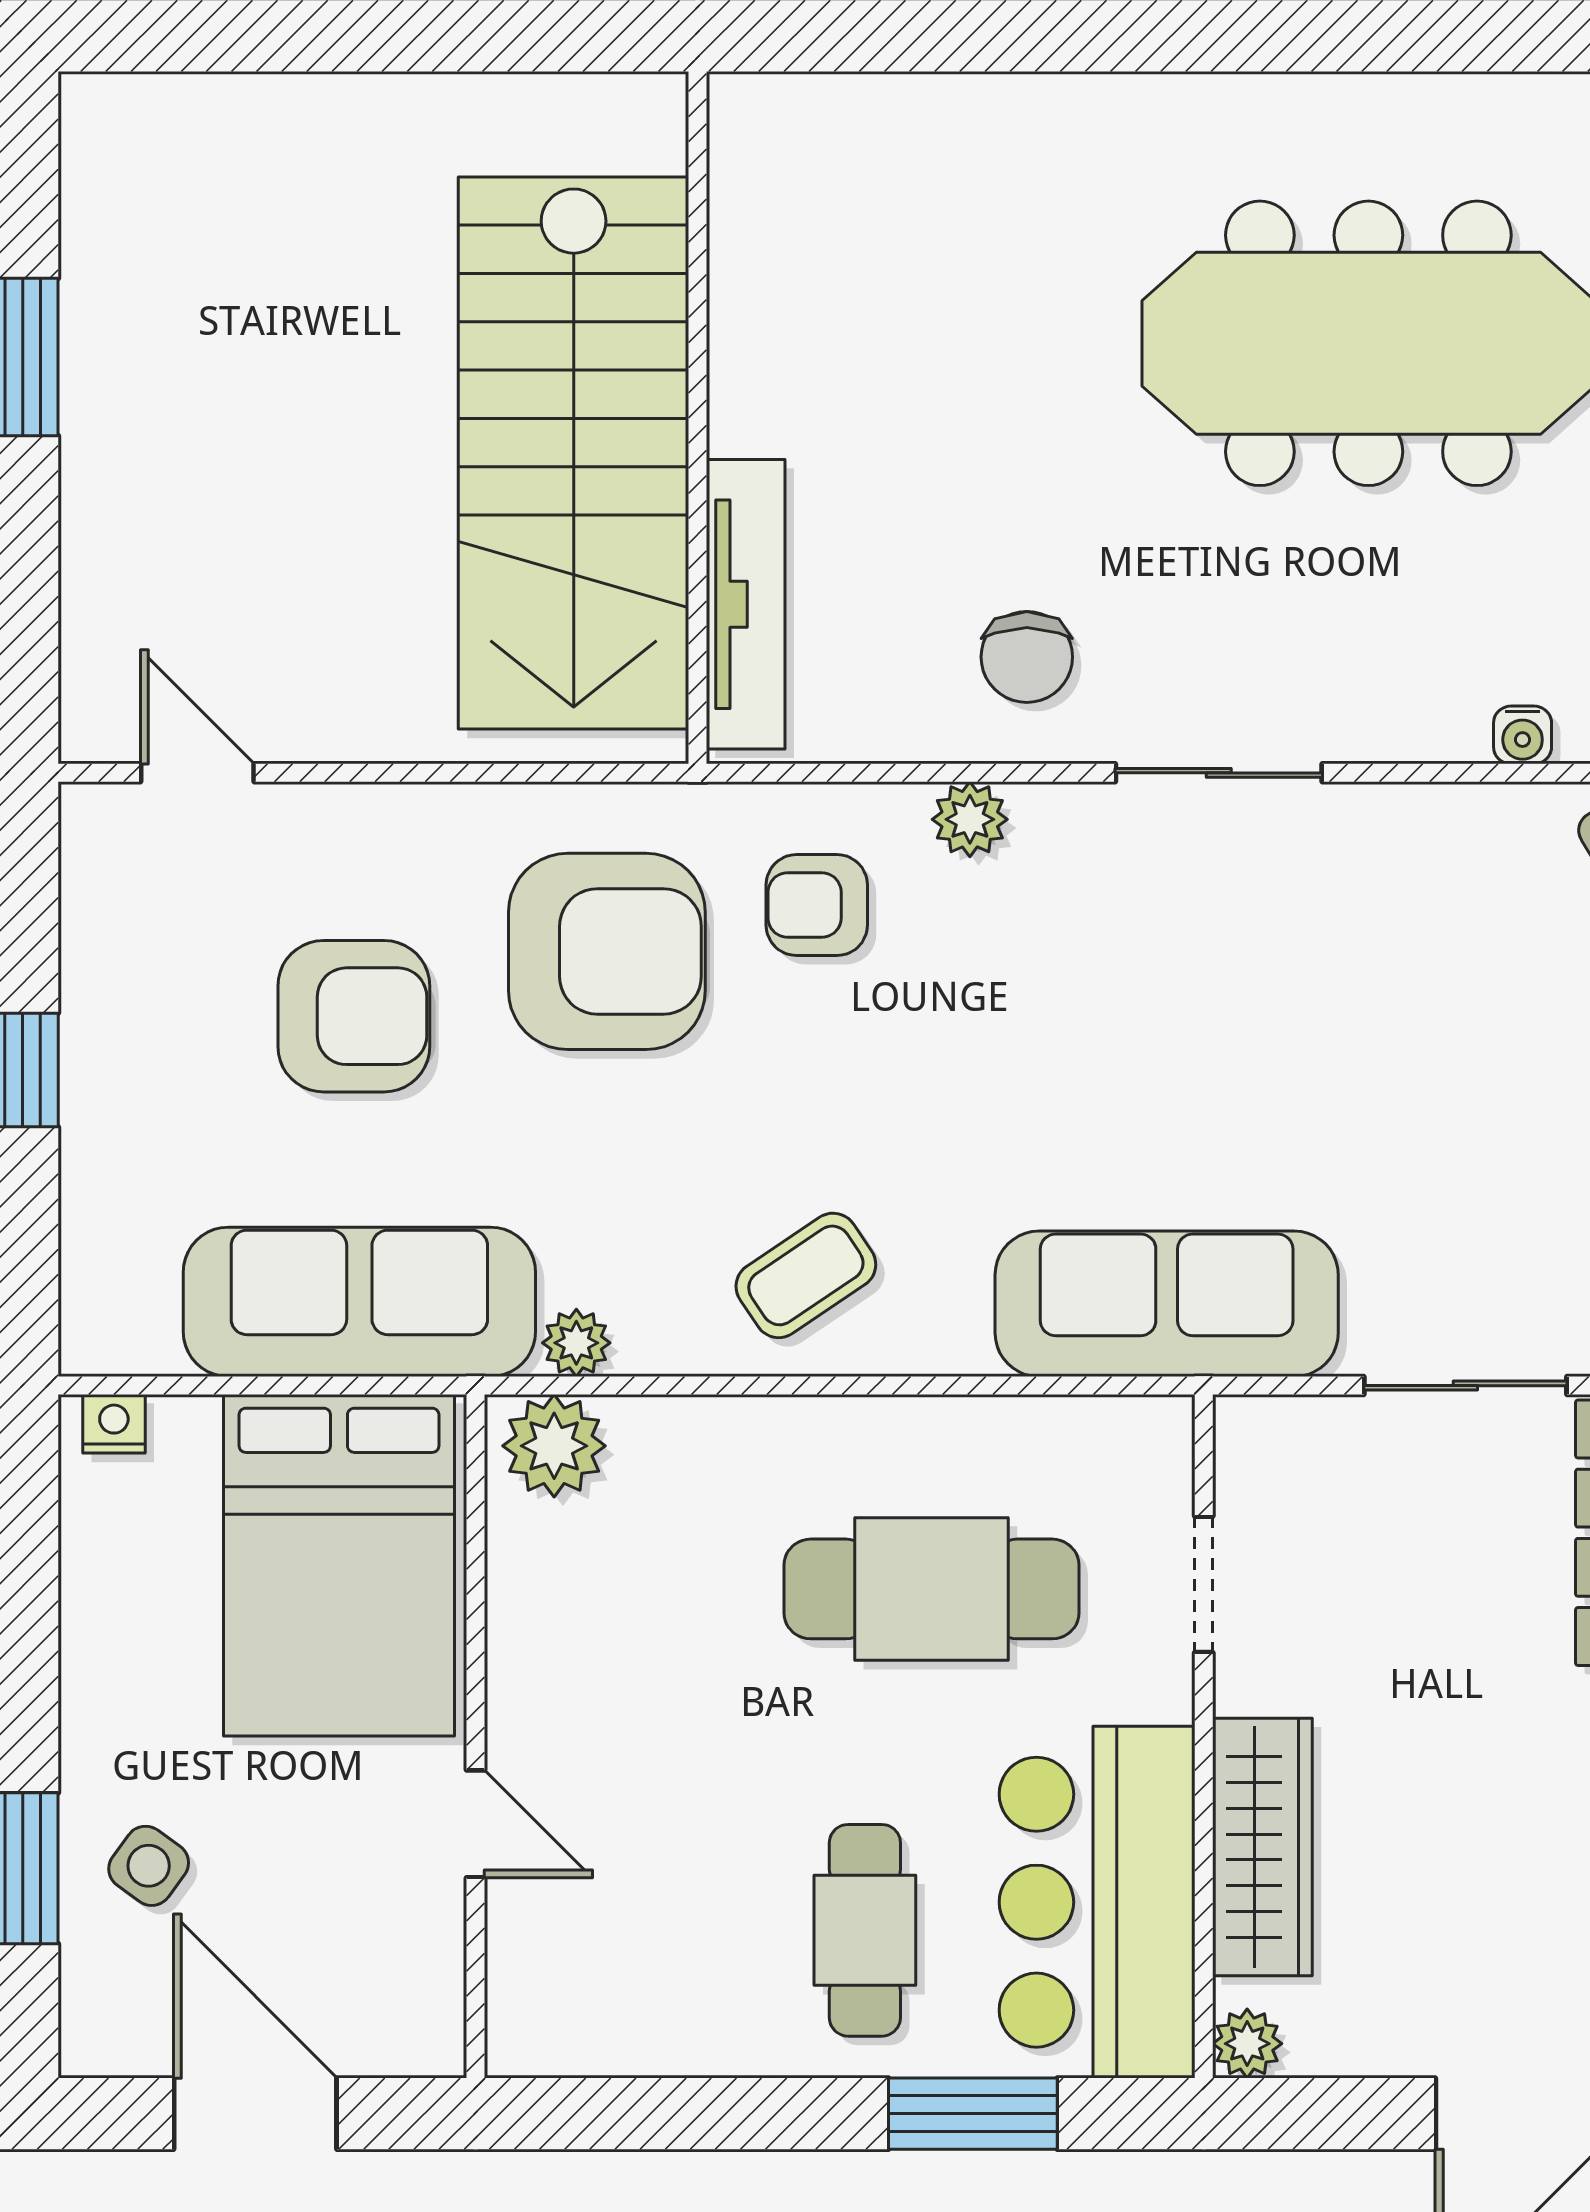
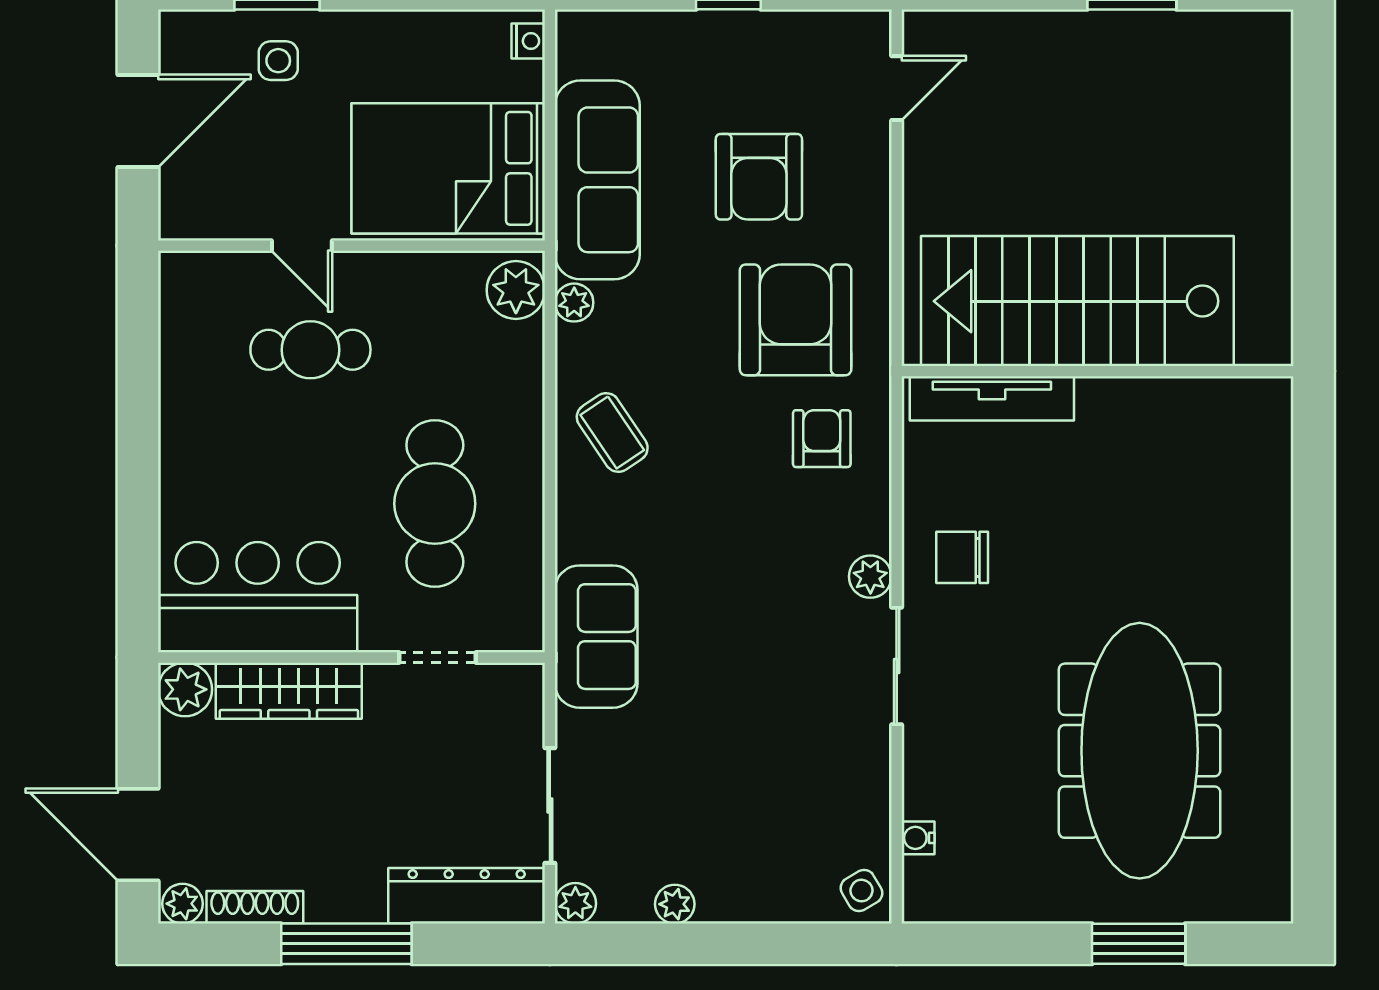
plant: (970, 819) -> (870, 577), moved
armchair: (607, 951) -> (796, 320), turned 180
sofa: (1167, 1304) -> (596, 637), width x0.73
door: (476, 1824) -> (302, 246), hinge flipped
side table: (149, 1866) -> (278, 61), turned -36
cafe table: (865, 1930) -> (310, 350), moved
plant: (1247, 2044) -> (185, 689), width x1.38, depth x1.38
window: (973, 2114) -> (138, 527), removed

